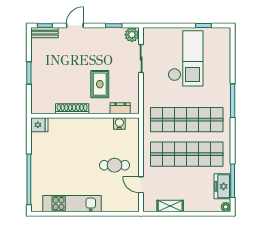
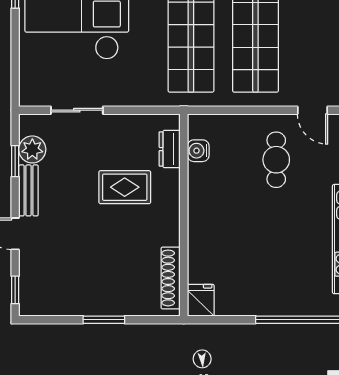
bench: (44, 33) -> (28, 190), moved
plant: (132, 35) -> (32, 149), moved
shoe rack: (72, 109) -> (171, 278), moved
door: (141, 185) -> (313, 110), hinge flipped

